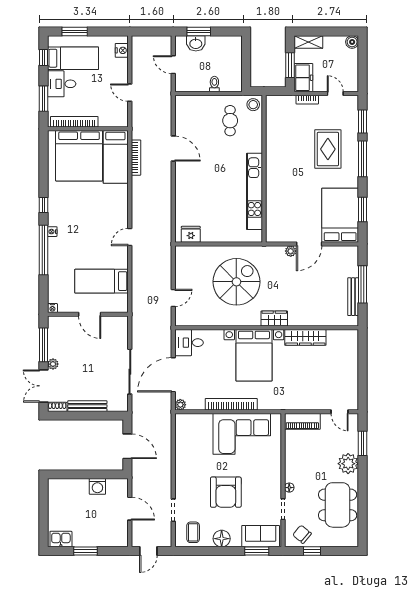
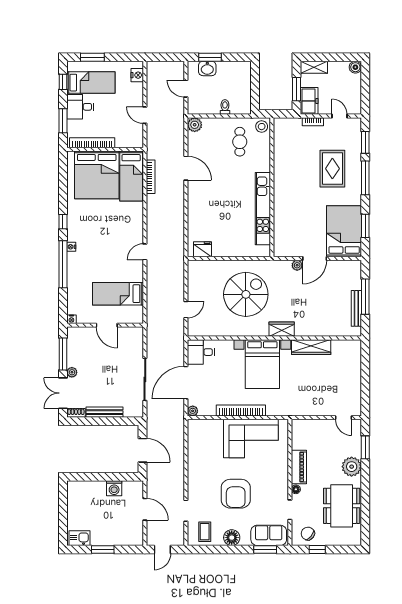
plant: (182, 103) -> (195, 125), added
piano: (302, 421) -> (299, 467), moved, turned -90

